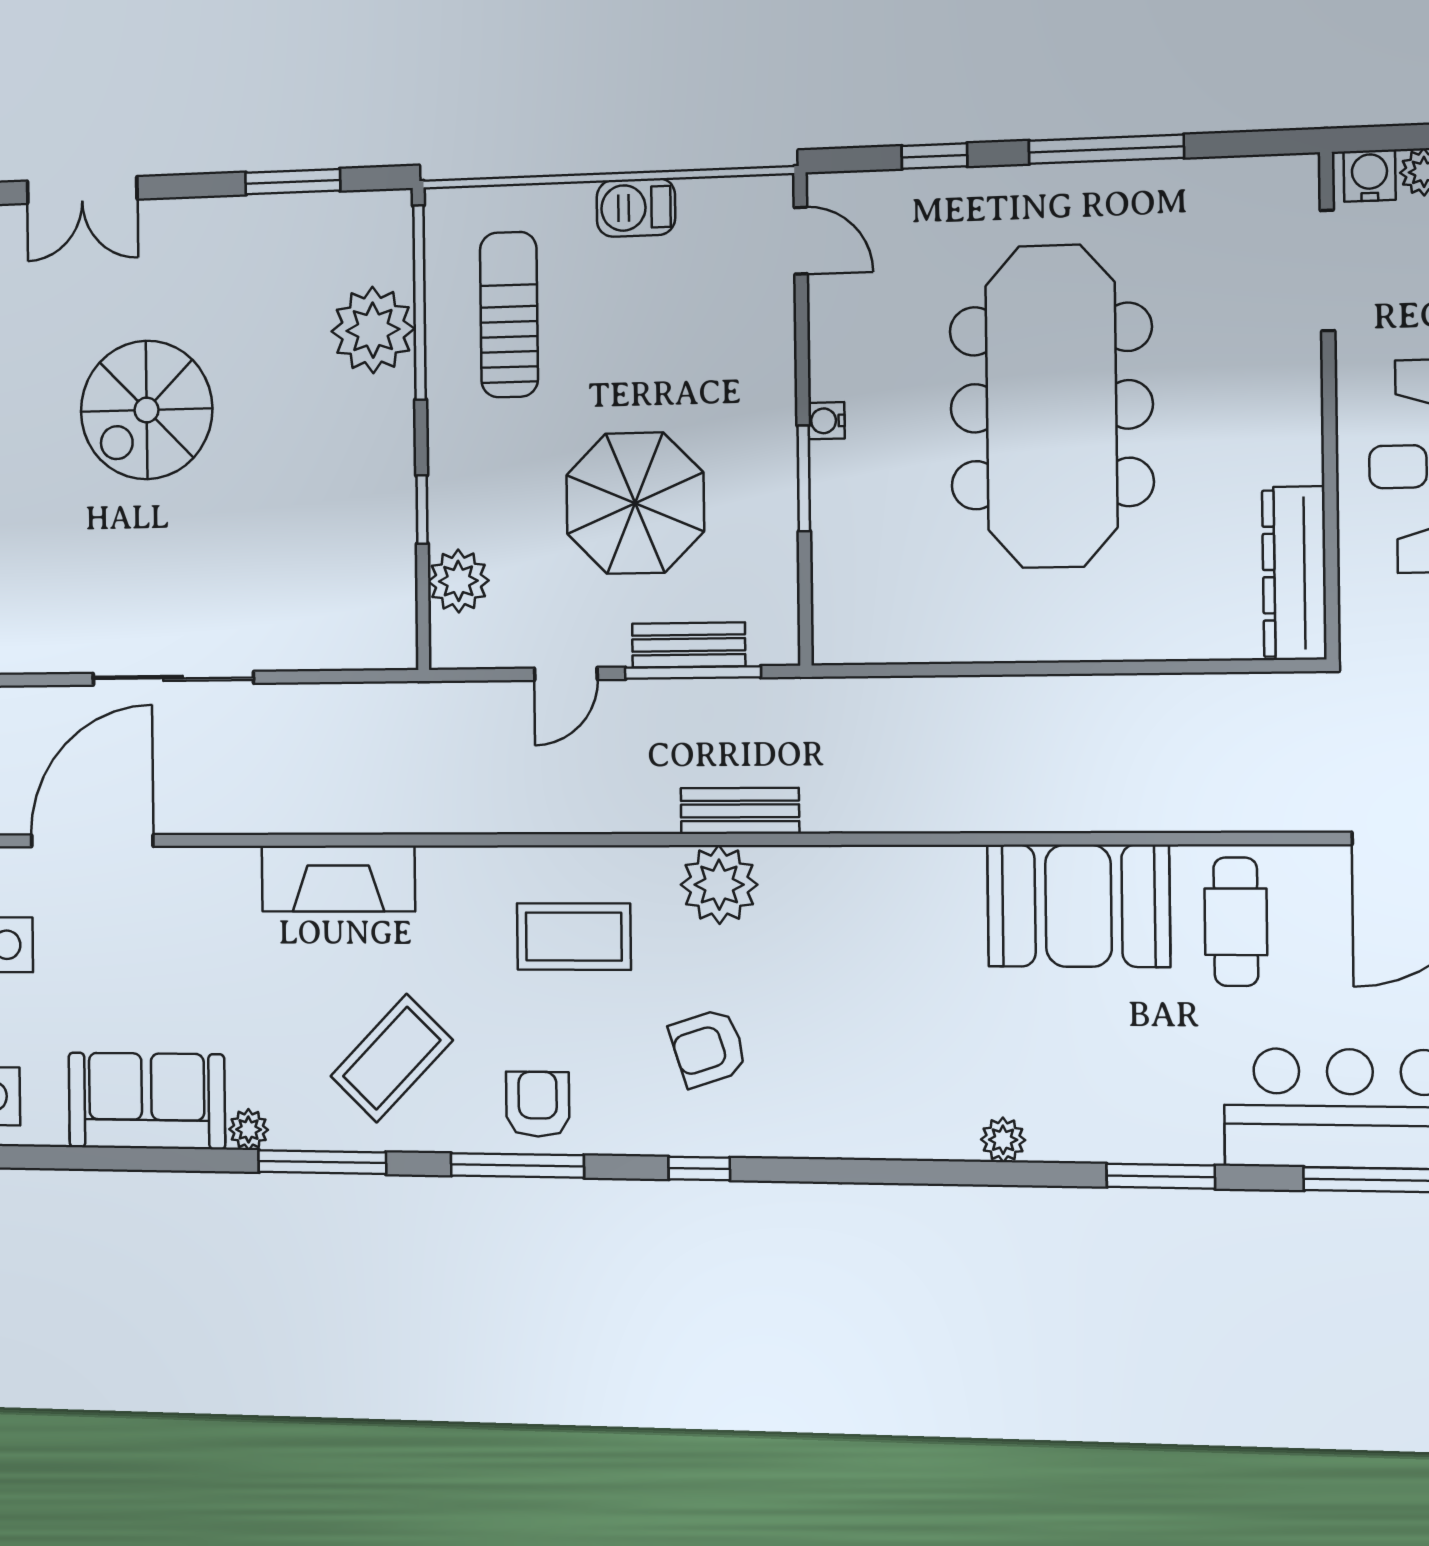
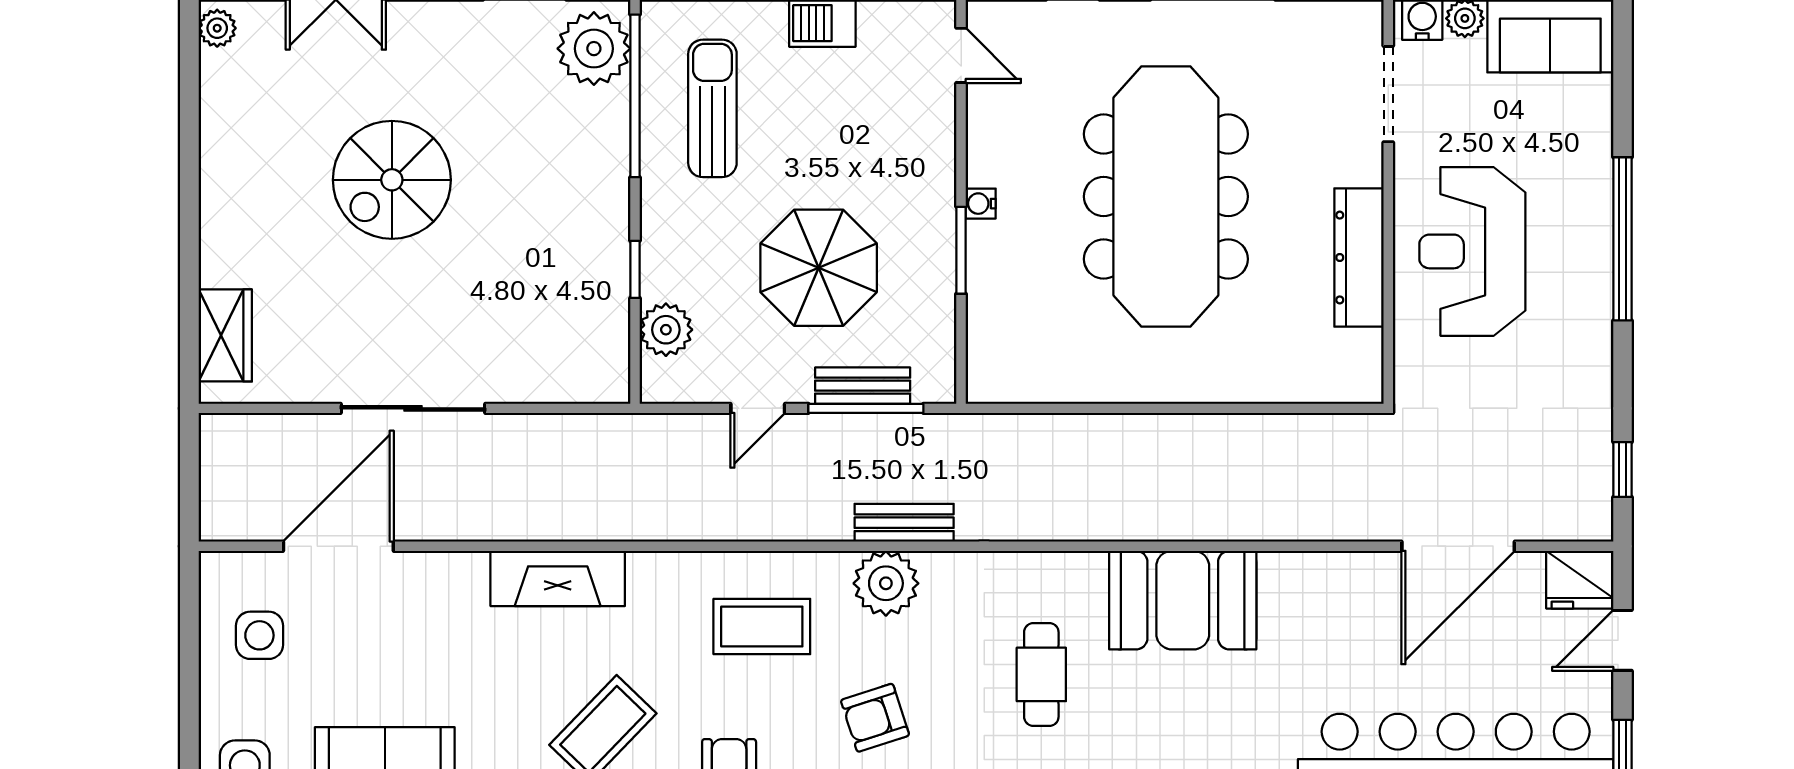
plant: (373, 330) -> (594, 49), moved
dresser: (1294, 573) -> (1359, 258), moved
cafe table: (1236, 922) -> (1041, 674), moved

